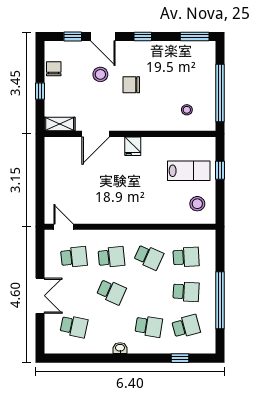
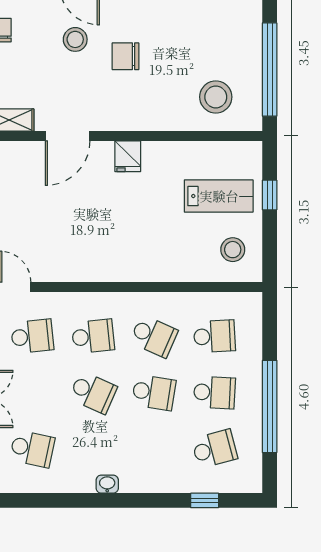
stool: (187, 110) -> (216, 97), width x1.89, depth x1.89
school desk: (149, 326) -> (154, 393), moved

